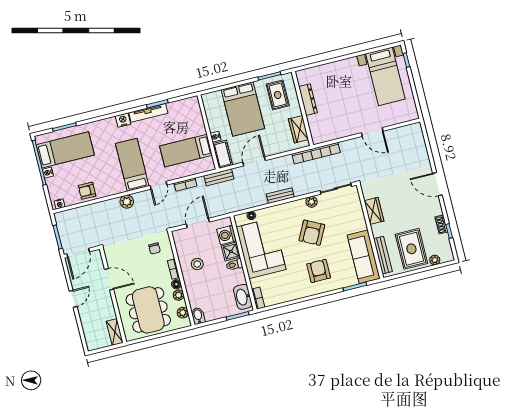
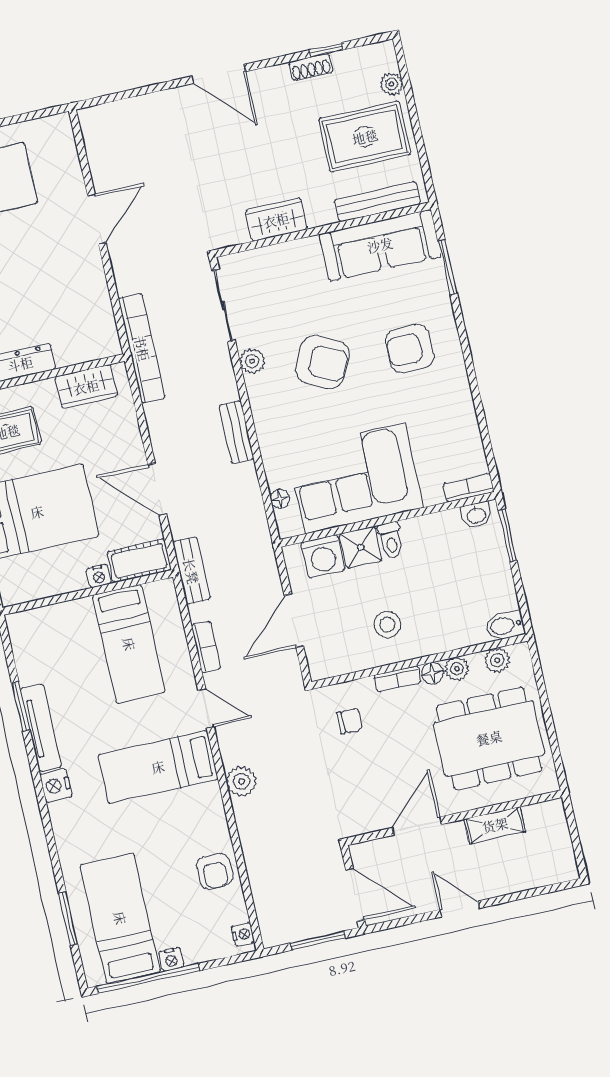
door: (437, 184) -> (219, 74), hinge flipped
door: (198, 223) -> (294, 621), hinge flipped
washbasin: (243, 297) -> (476, 515), width x0.52, depth x0.69
shelving: (115, 332) -> (495, 825), moved

